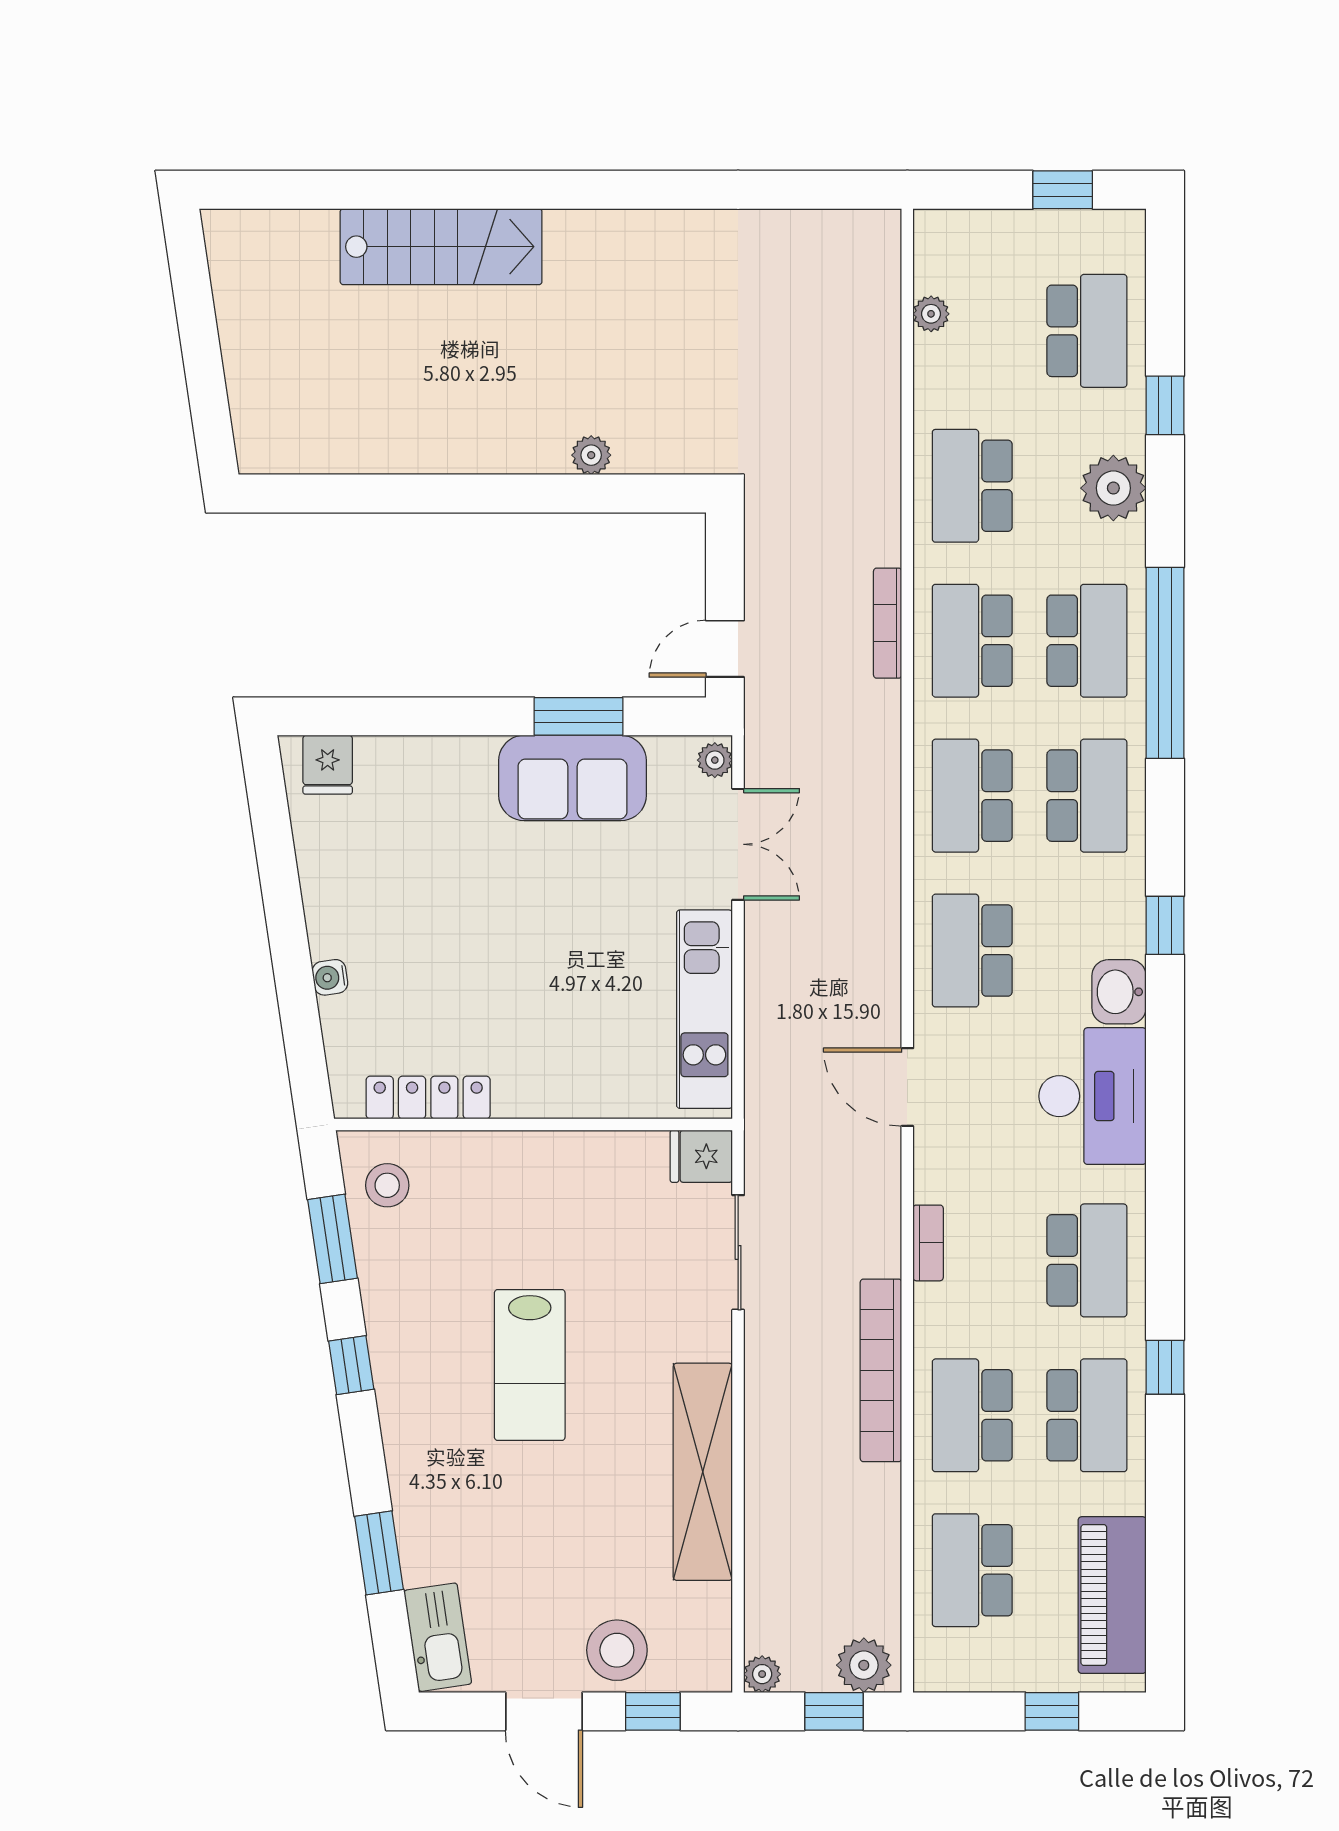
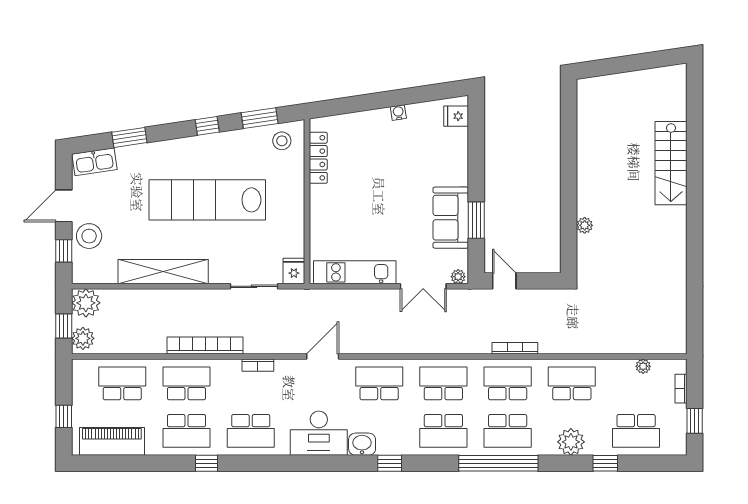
bookcase: (985, 223) -> (681, 389), added
water cooler: (330, 977) -> (398, 113), moved
lab bench: (530, 1365) -> (207, 200), width x1.86, depth x1.39
plant: (762, 1674) -> (86, 303), width x1.87, depth x1.87

